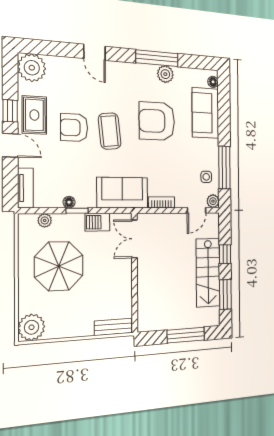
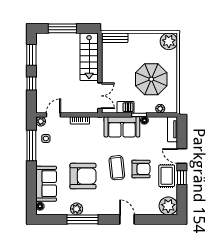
sofa: (122, 193) -> (122, 127), moved
stairs: (208, 273) -> (89, 57), moved, turned 180

